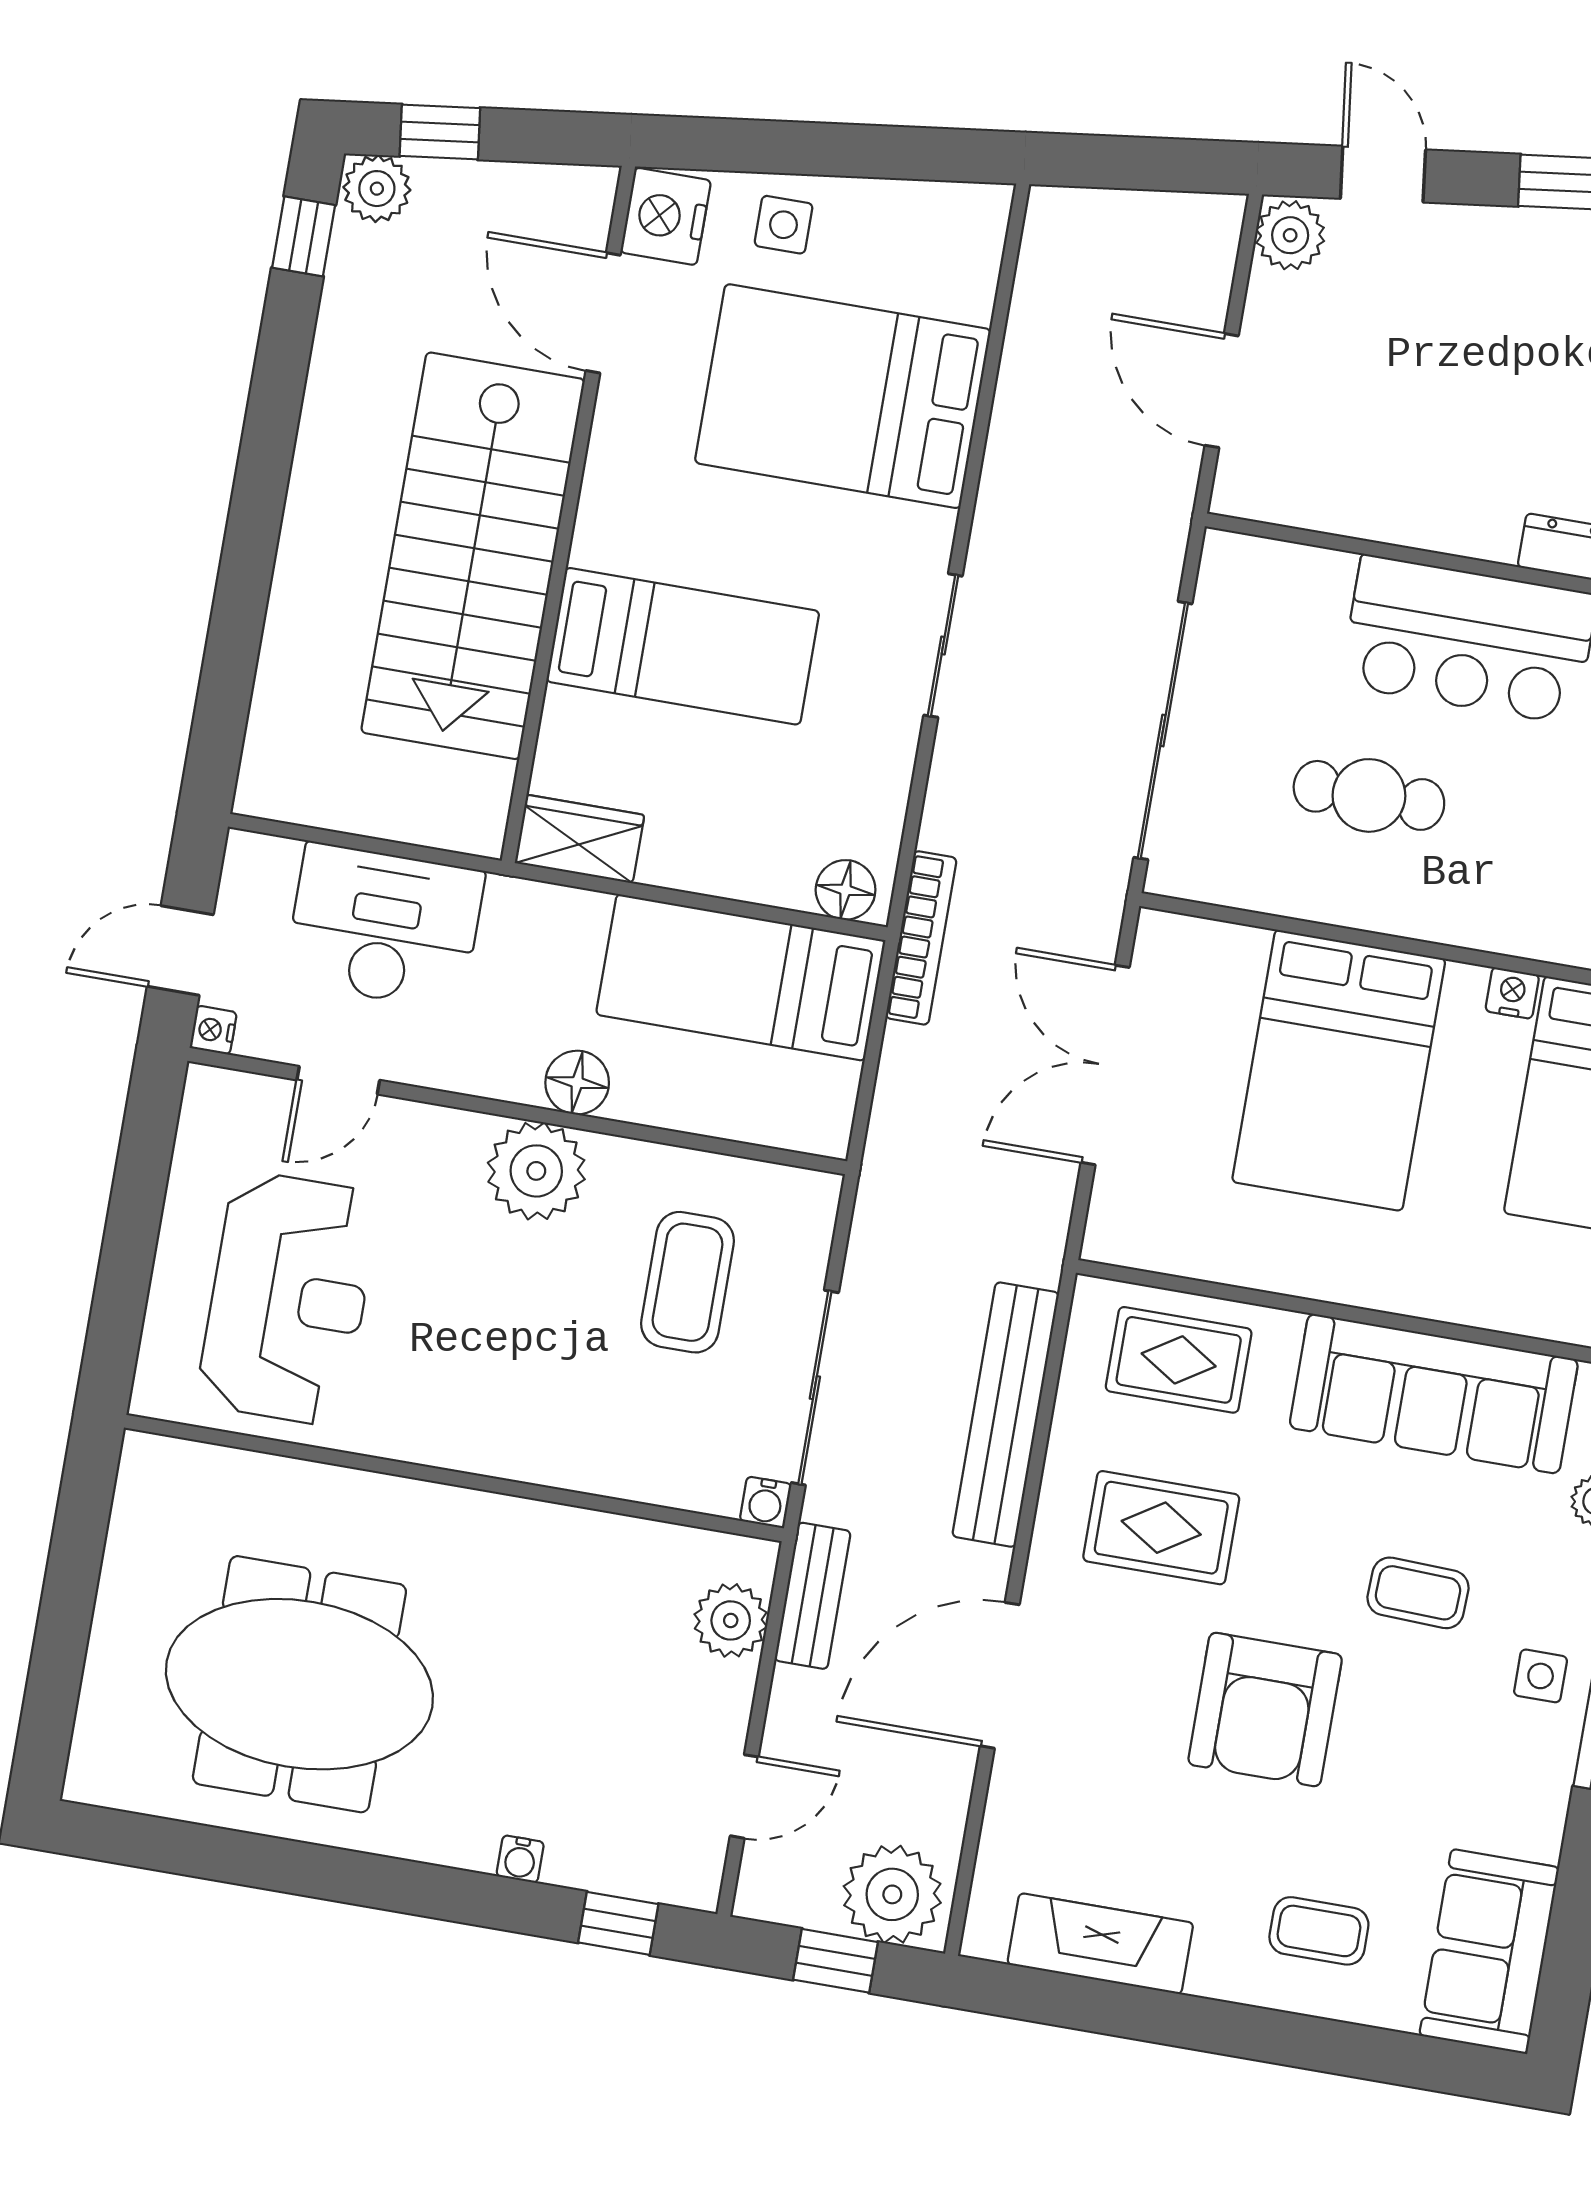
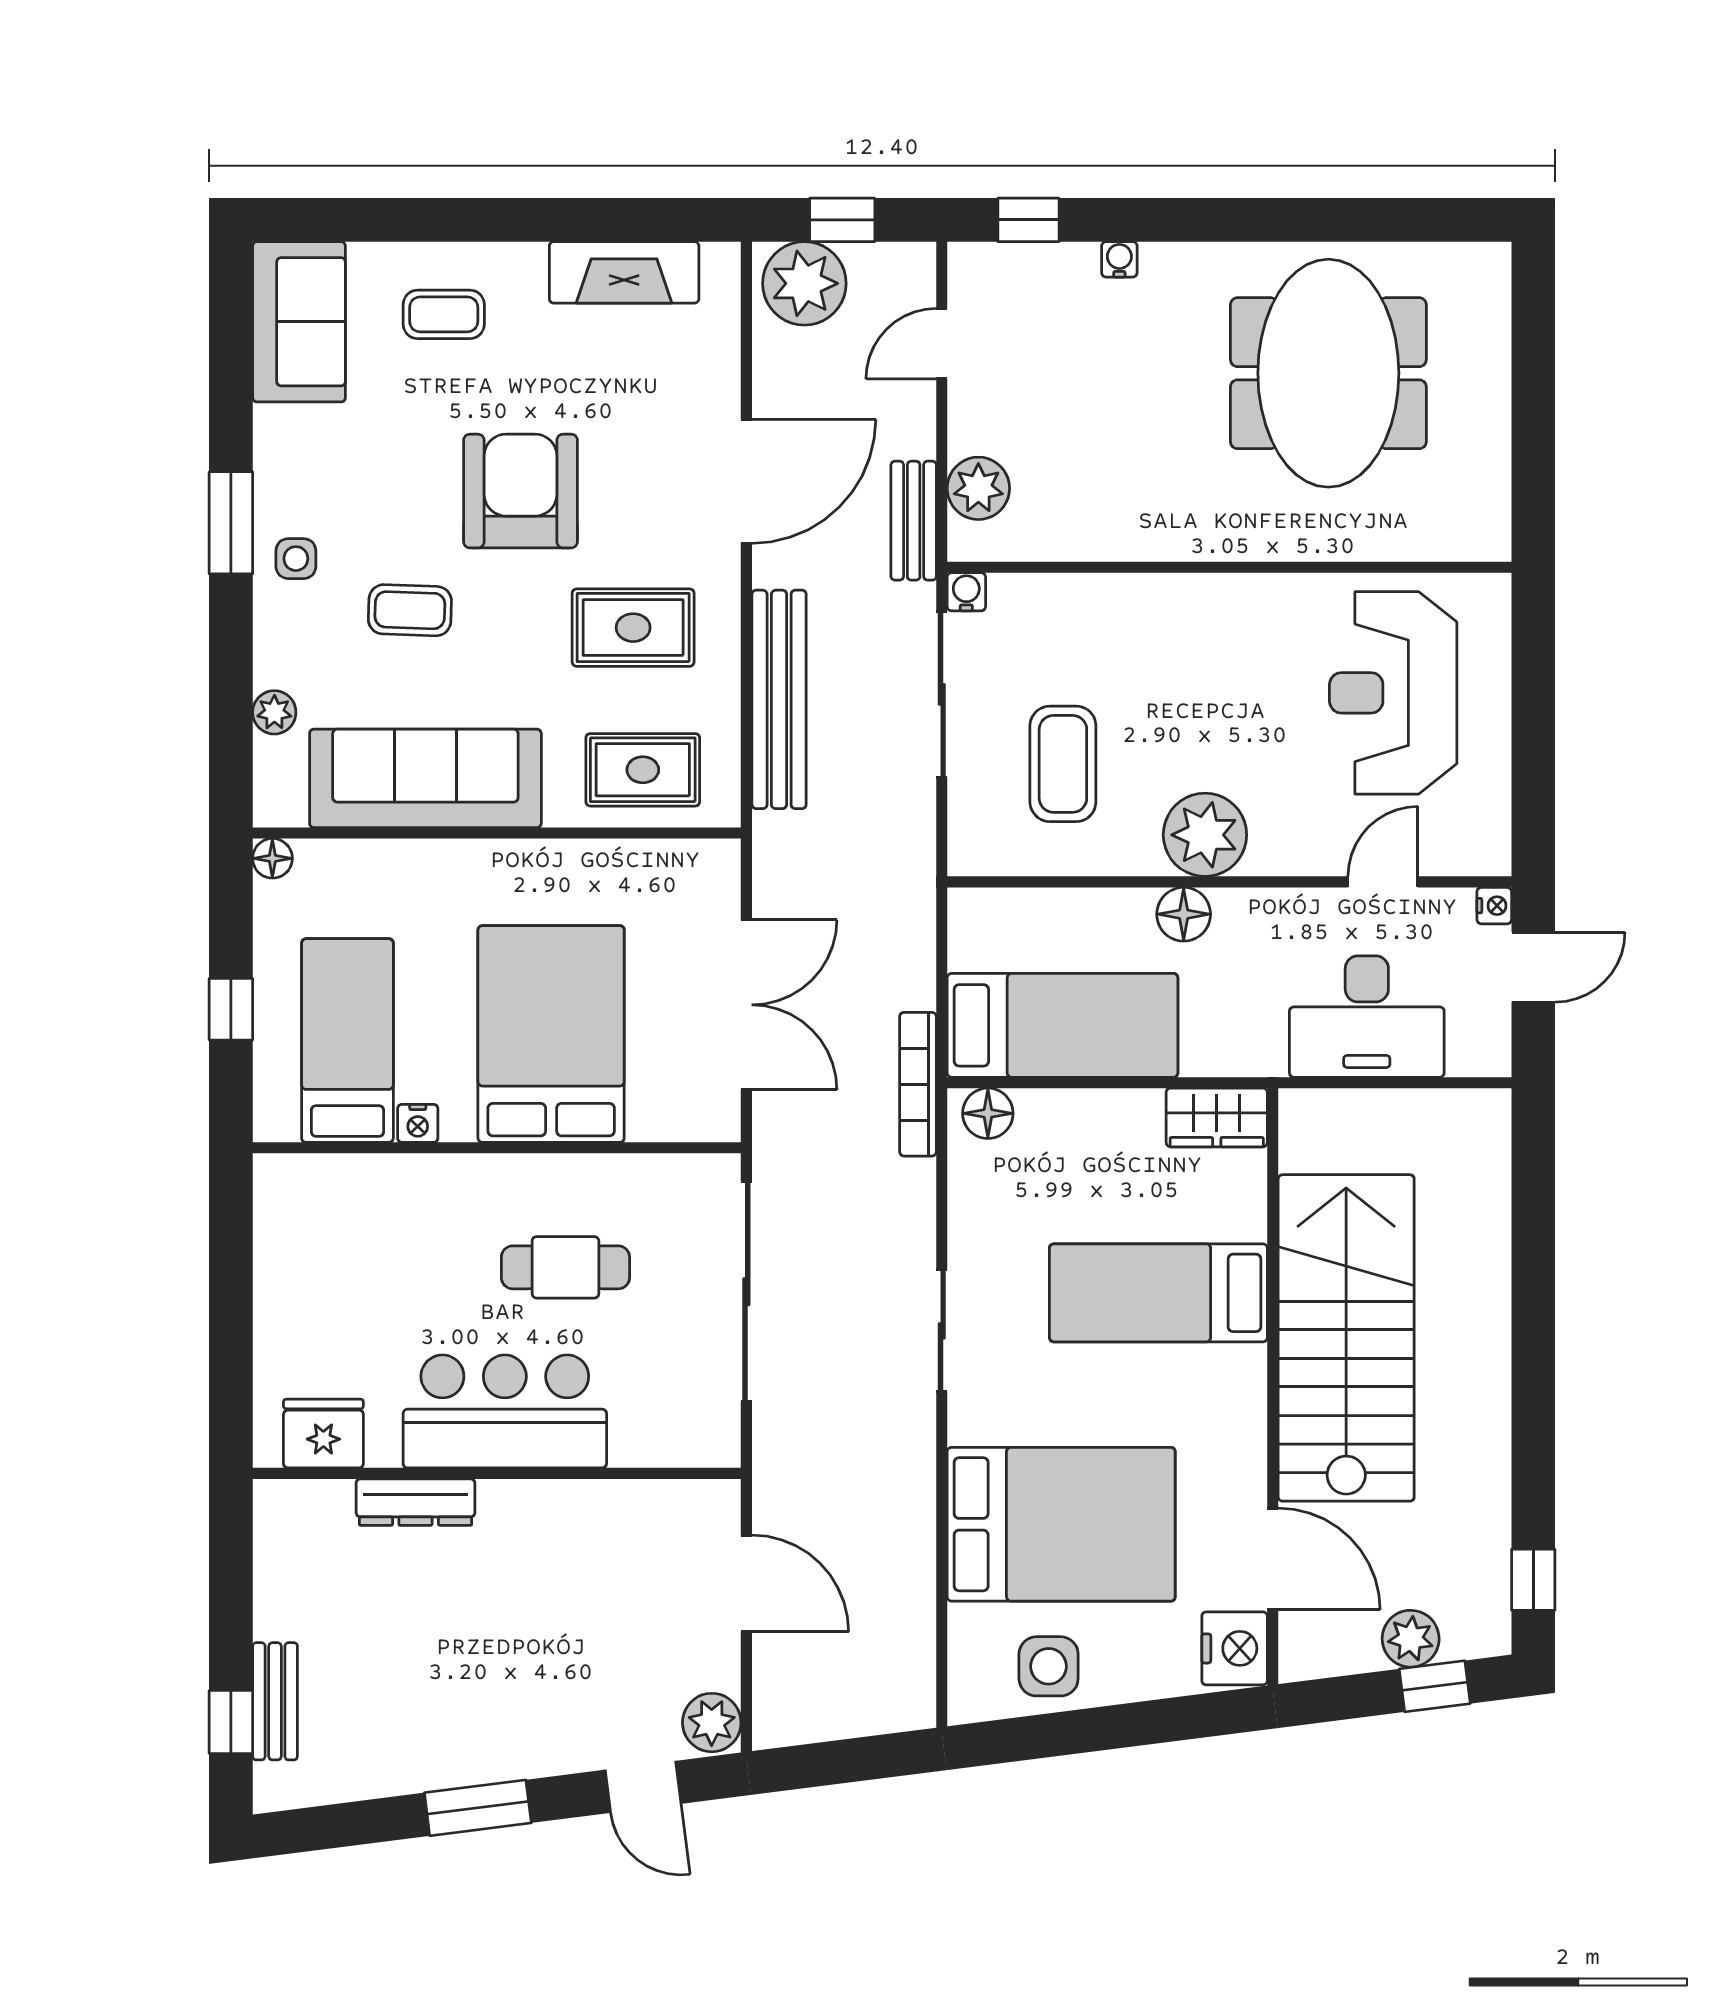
plant: (377, 189) -> (1411, 1639), moved
side table: (784, 225) -> (1049, 1666), moved, width x1.37, depth x1.37
meeting table: (299, 1684) -> (1328, 373), turned 90

